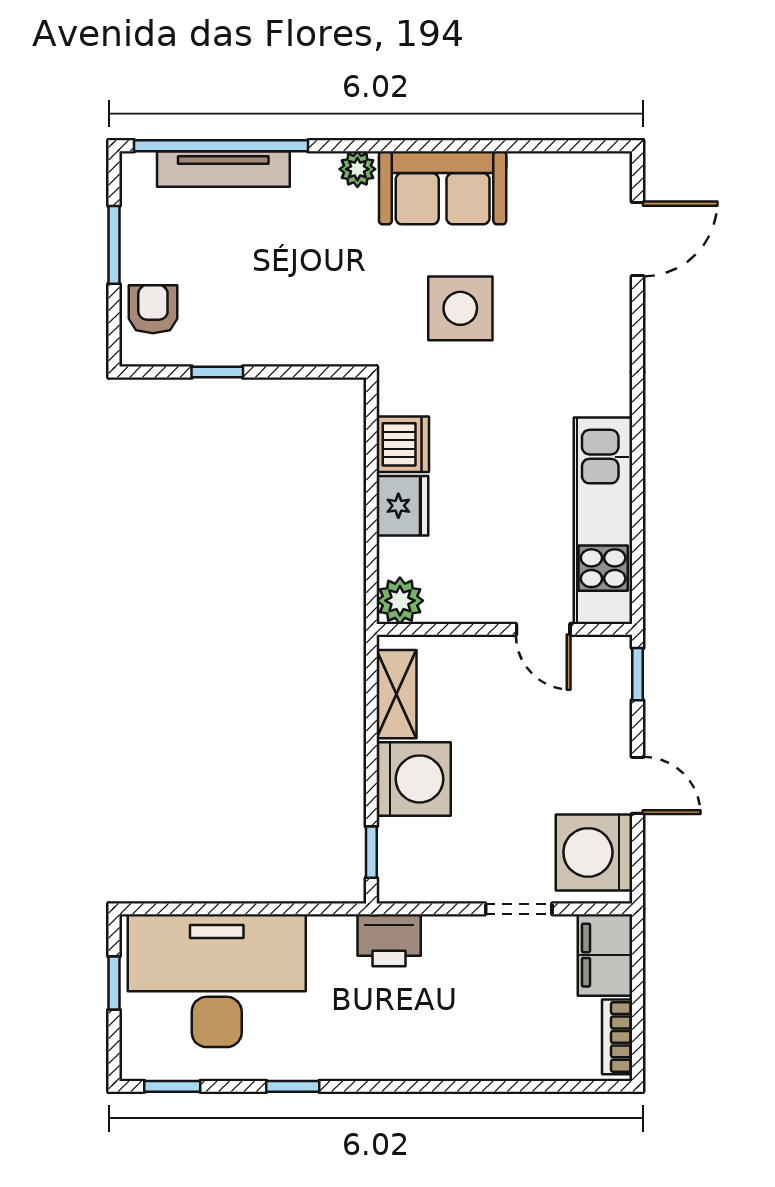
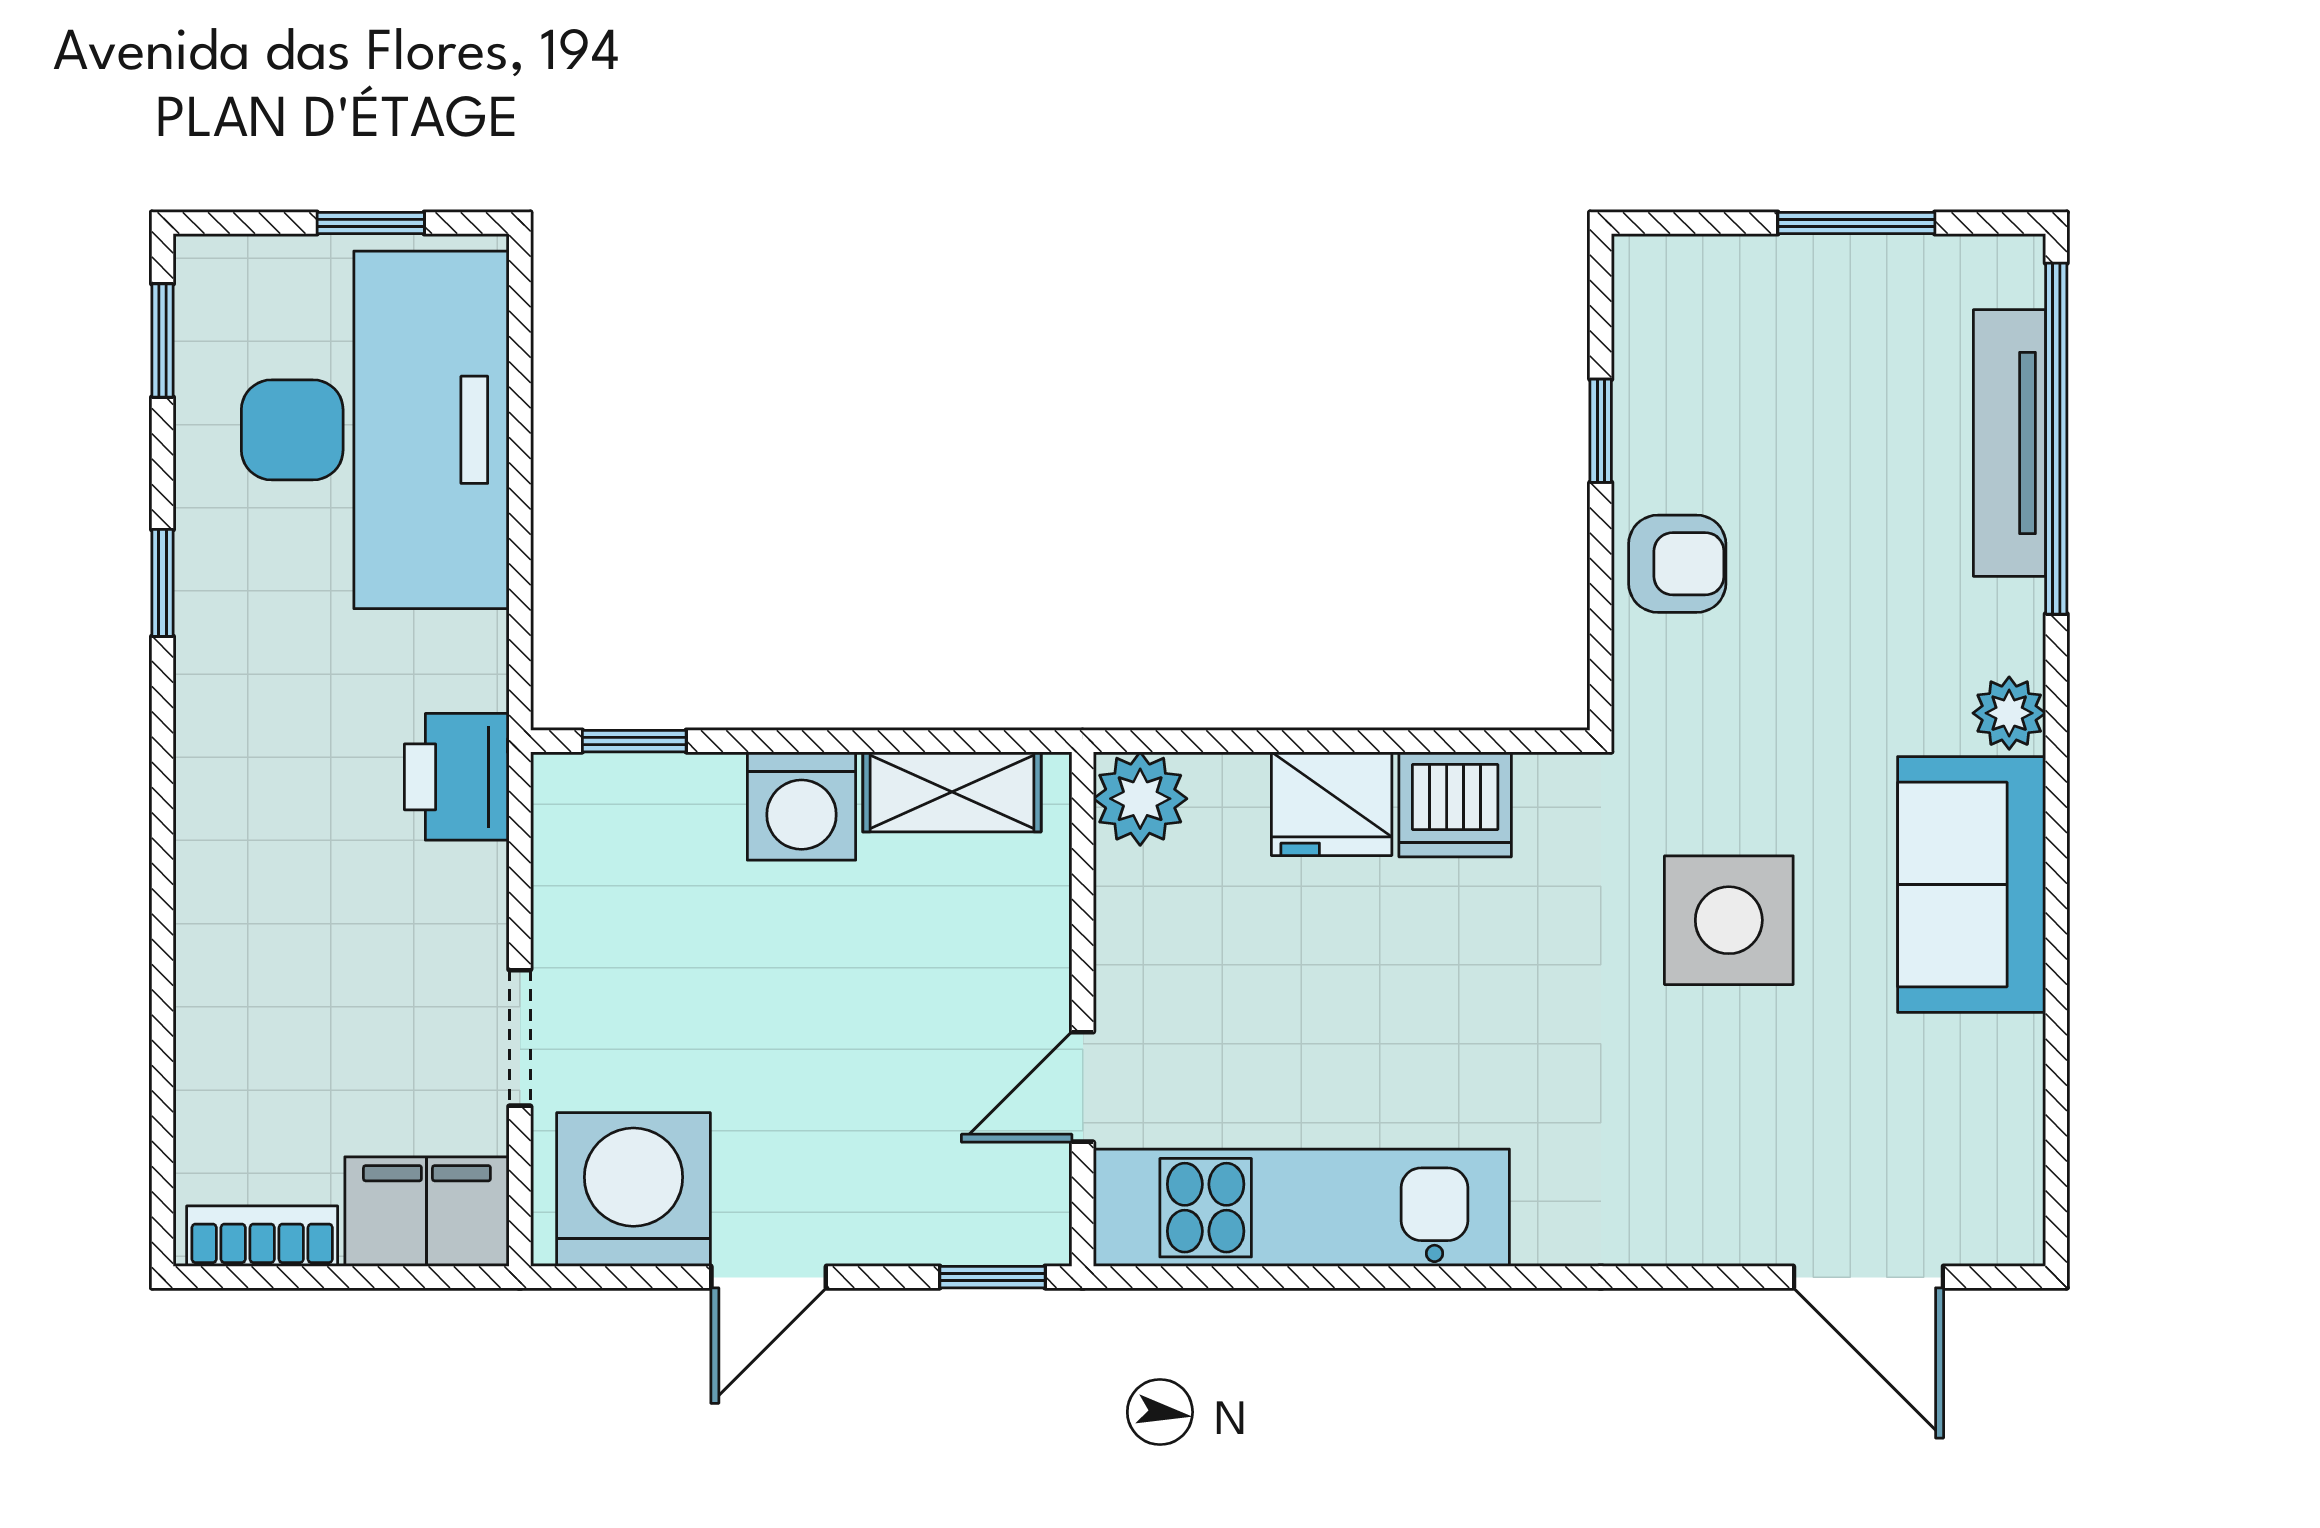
armchair: (153, 309) -> (1677, 564), moved
washing machine: (414, 779) -> (802, 806), width x0.73, depth x0.73

